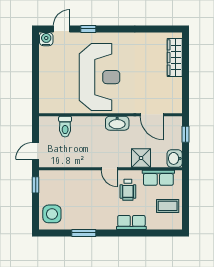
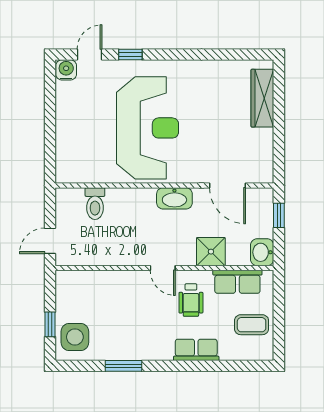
window: (36, 185) -> (50, 324), moved

